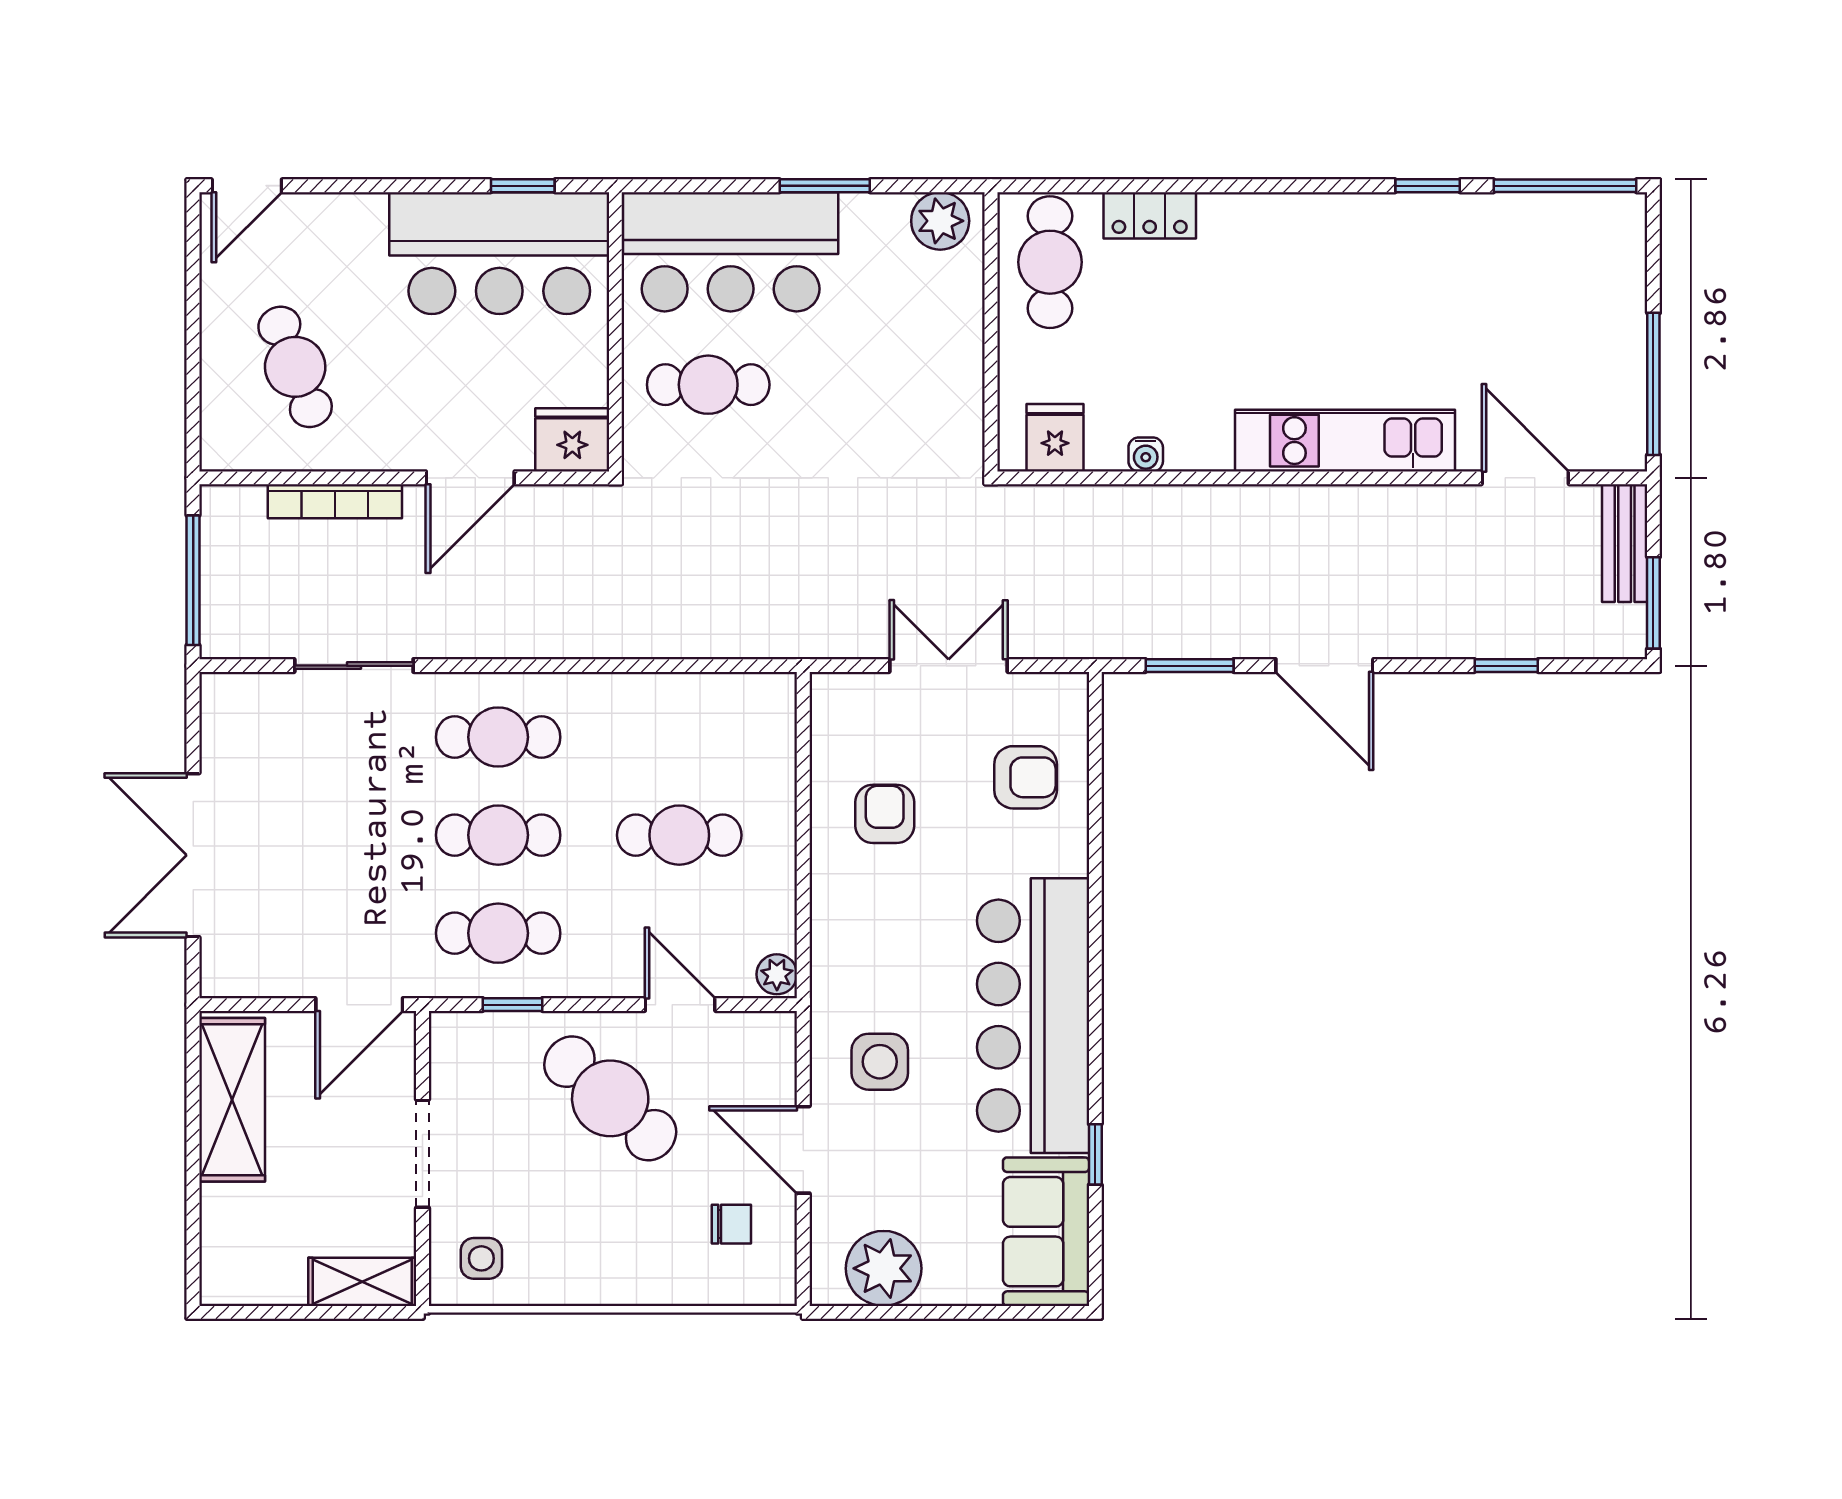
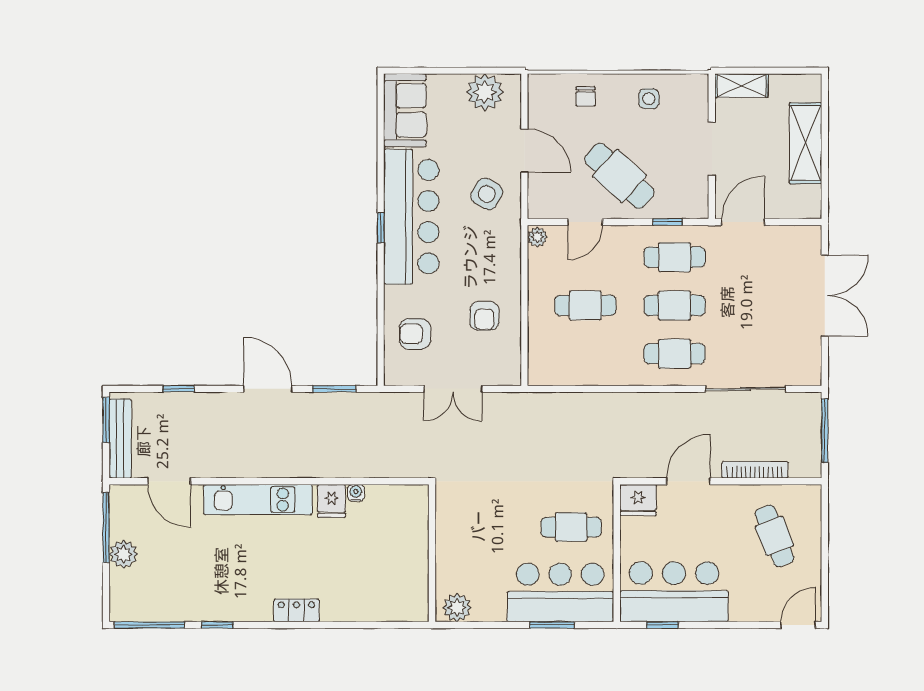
window: (825, 186) -> (552, 625), moved
locker: (1150, 215) -> (296, 610), moved
cafe table: (1050, 262) -> (403, 587), removed
plant: (1618, 330) -> (123, 554), added
fridge: (1055, 438) -> (331, 501), moved
bench: (1625, 543) -> (120, 439), width x1.36
sliding door: (354, 666) -> (745, 389), width x1.37
door: (680, 1005) -> (585, 222), hinge flipped
side table: (880, 1062) -> (487, 194), turned 30
shelving: (232, 1100) -> (805, 143), moved
window: (1095, 1154) -> (381, 228), moved
chair: (731, 1224) -> (586, 96), moved, turned -90
side table: (481, 1258) -> (649, 99), moved

